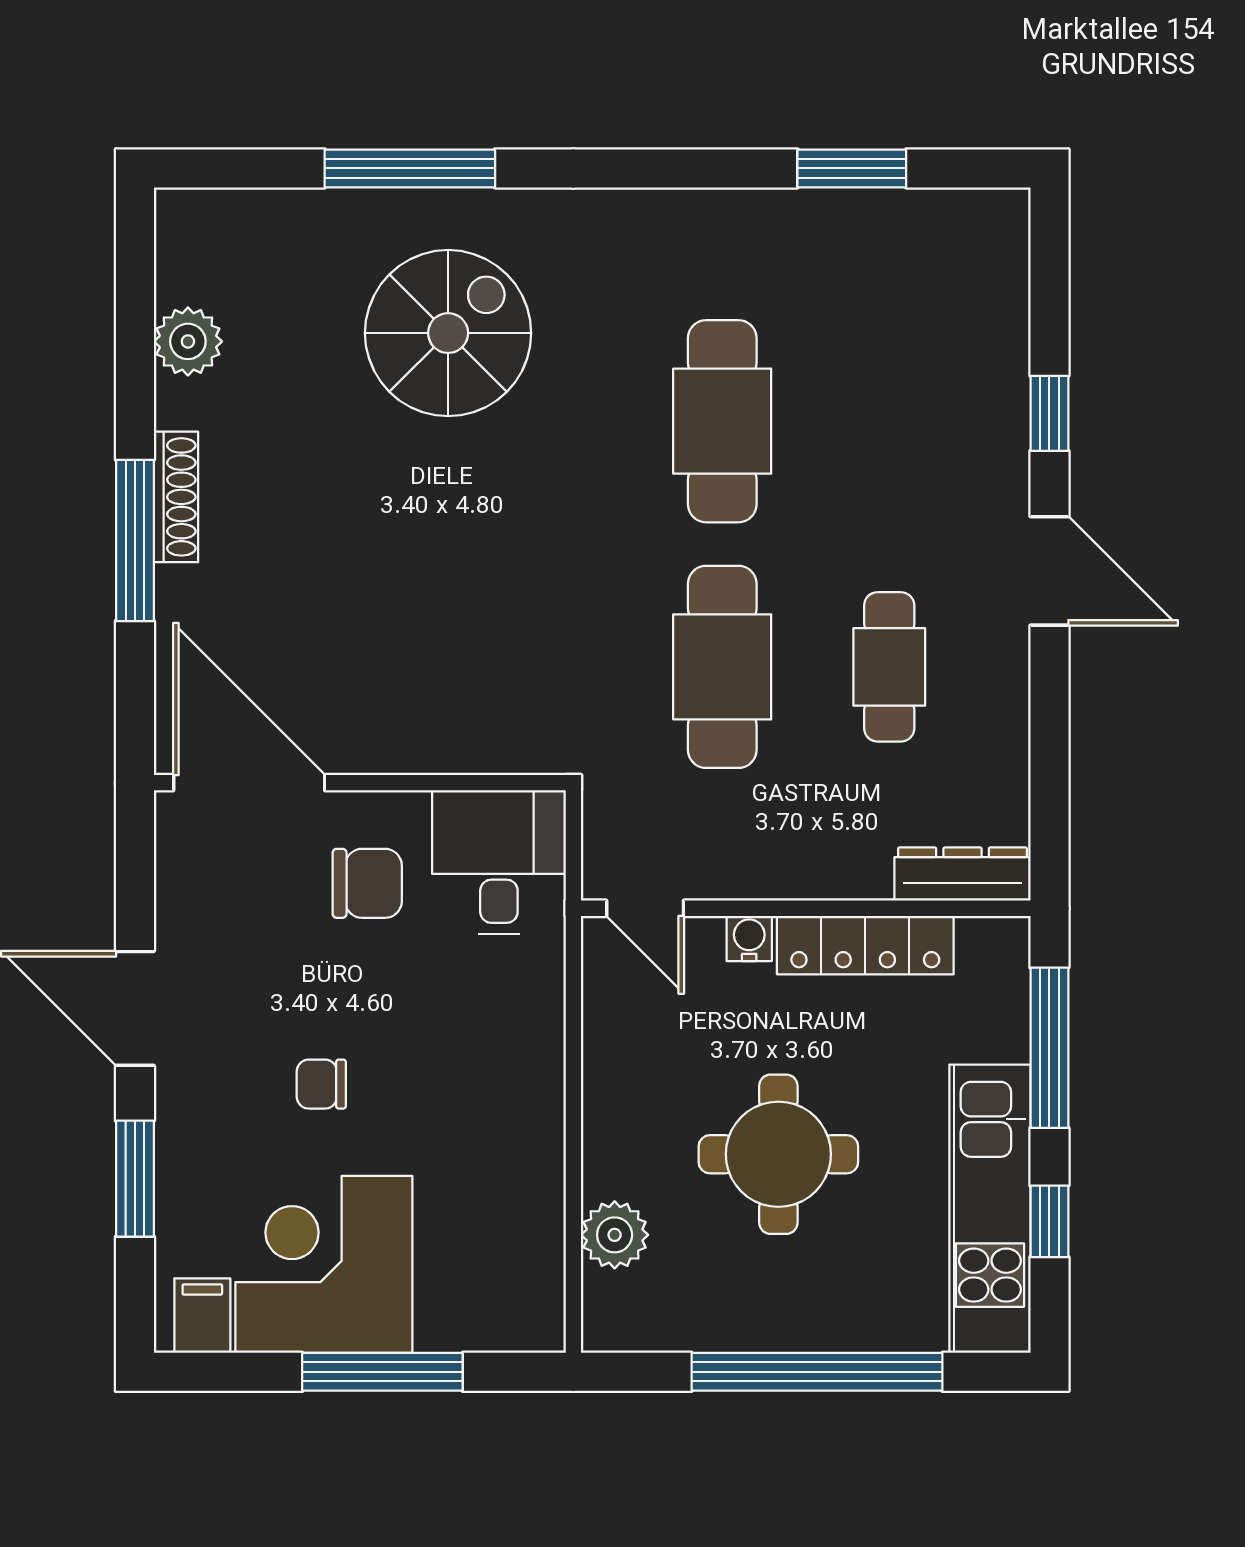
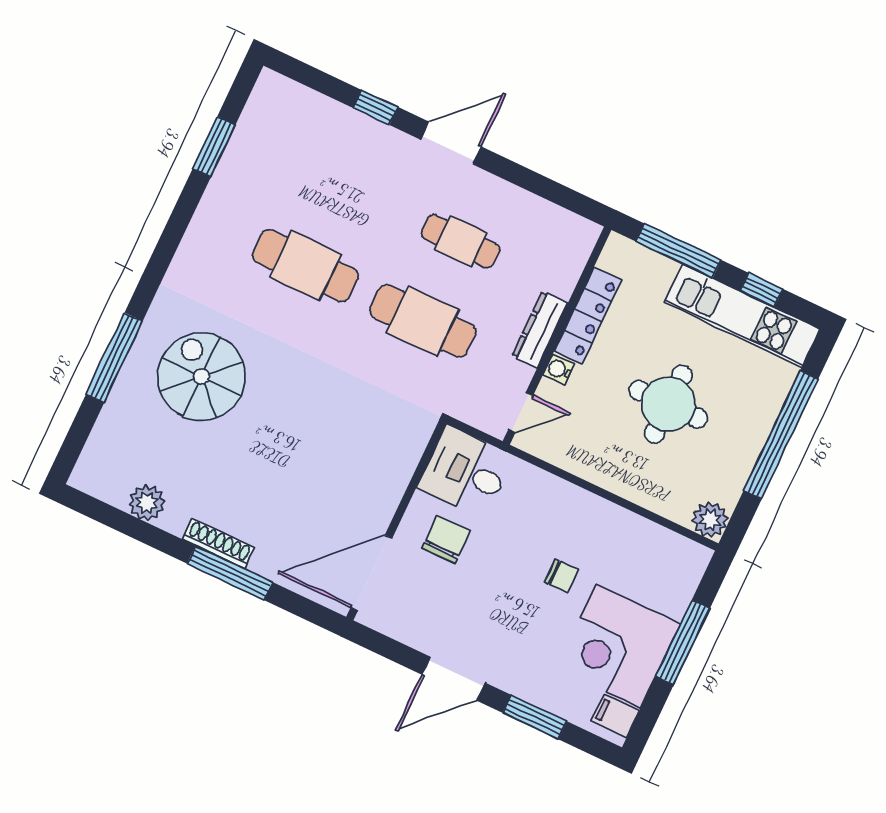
dresser: (963, 874) -> (540, 330), moved
chair: (321, 1084) -> (561, 576), moved, turned -90
plant: (615, 1235) -> (710, 520), moved

